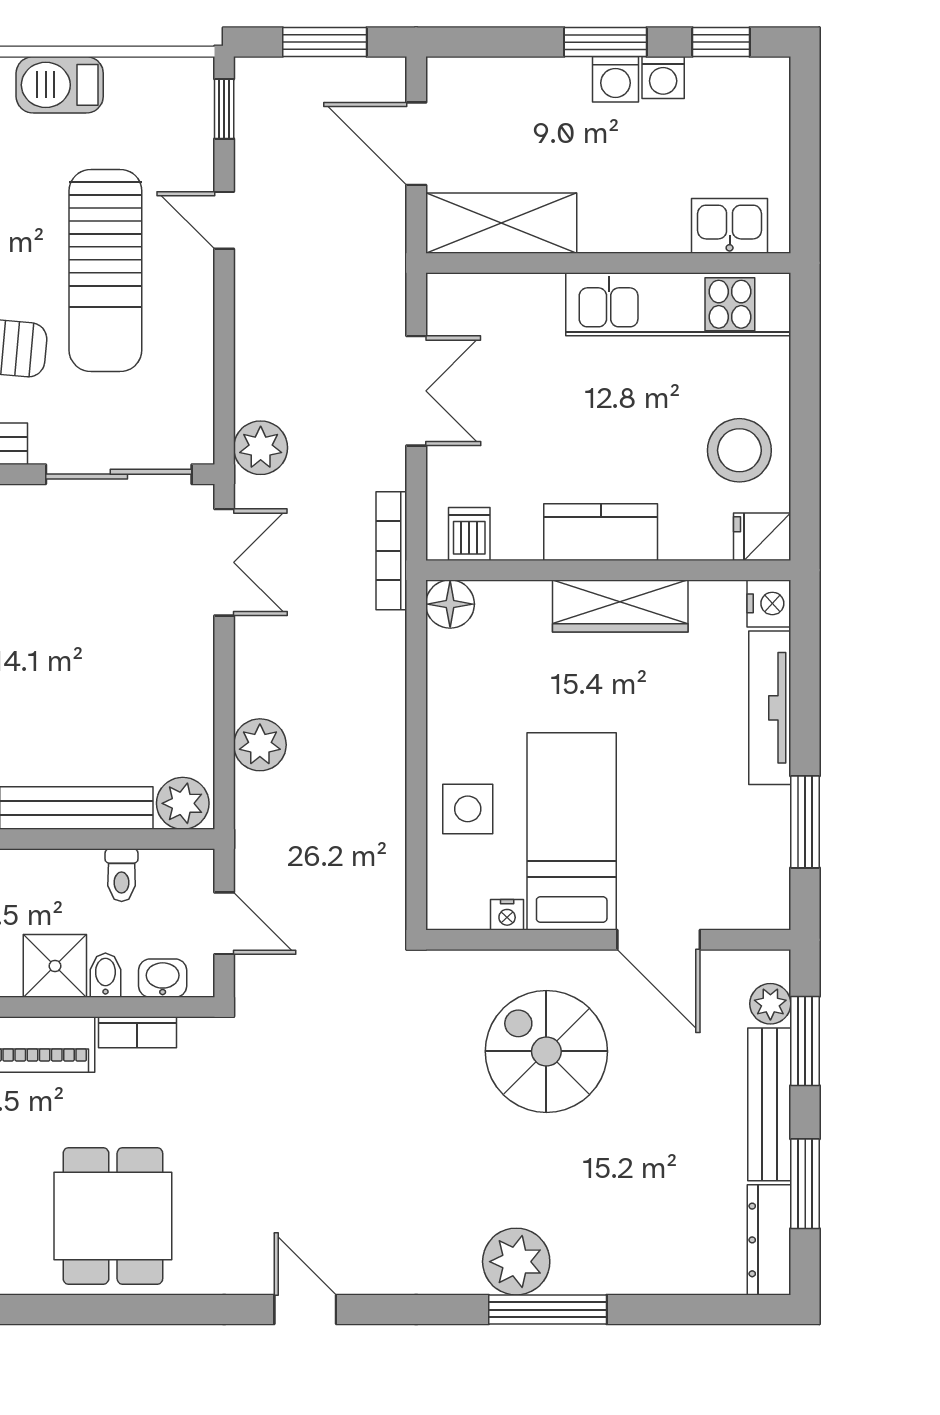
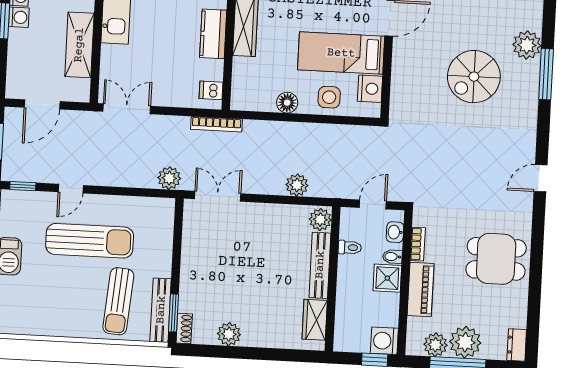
shelving: (501, 223) -> (79, 45), moved
double door: (416, 391) -> (127, 109), moved
sliding door: (119, 474) -> (177, 240), removed
floor lamp: (450, 604) -> (287, 103), moved
nightstand: (507, 915) -> (370, 89), width x1.89, depth x1.79
spiral stairs: (546, 1051) -> (474, 77), moved
plant: (516, 1262) -> (527, 45), moved

